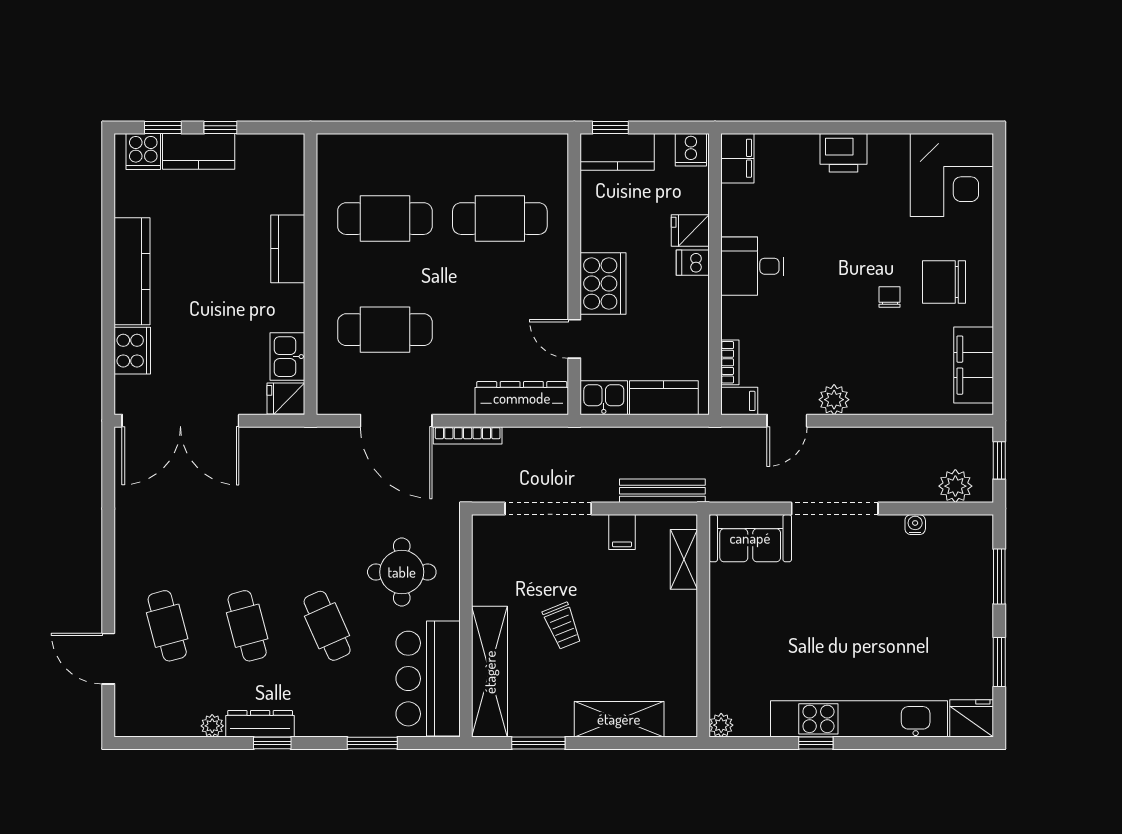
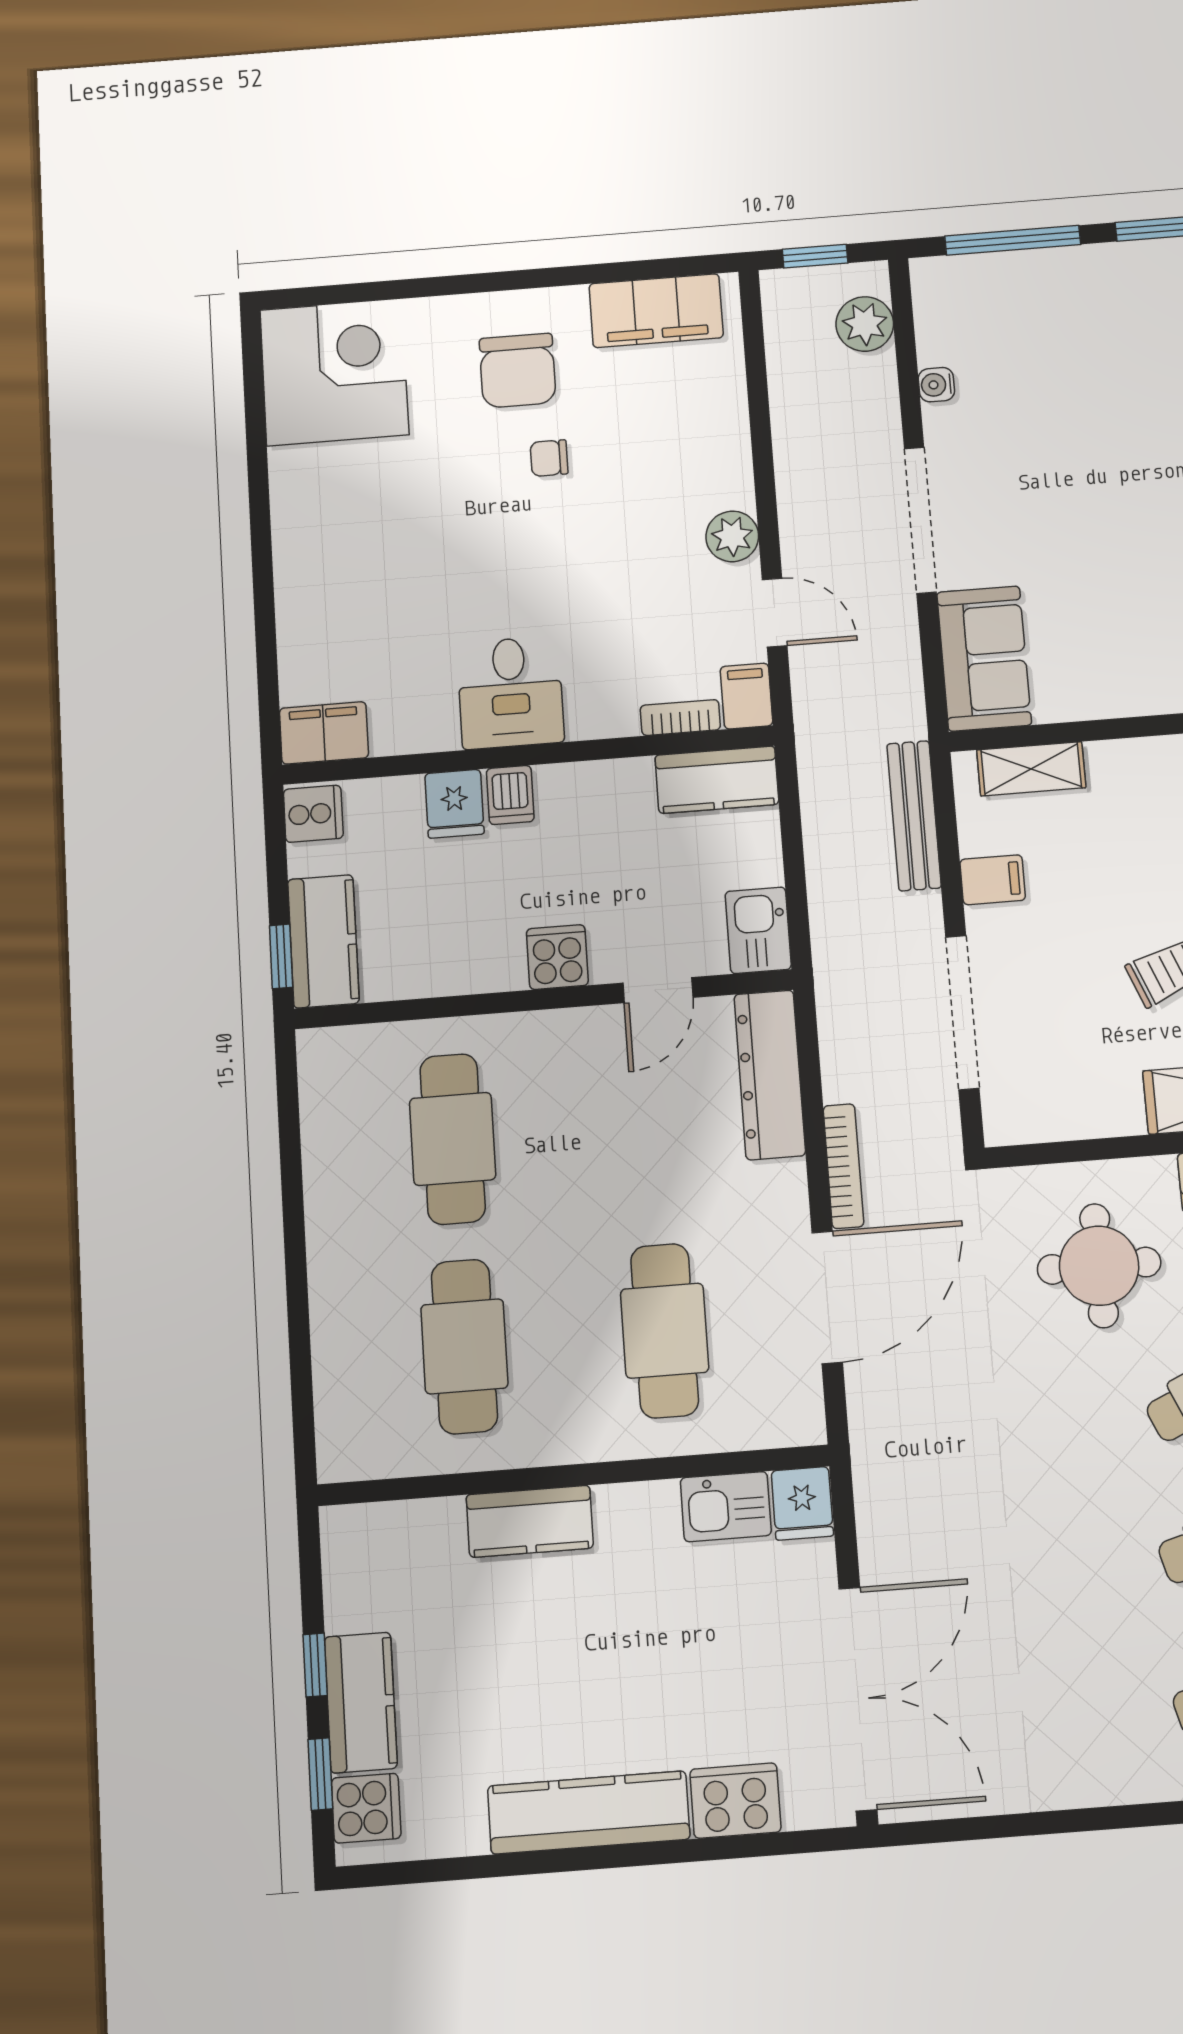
printer: (844, 153) -> (305, 555), removed
cooker: (603, 283) -> (557, 957), width x0.53, depth x0.76
kitchen counter: (664, 398) -> (717, 780), moved, turned -90
window: (999, 576) -> (1013, 240), width x1.44

